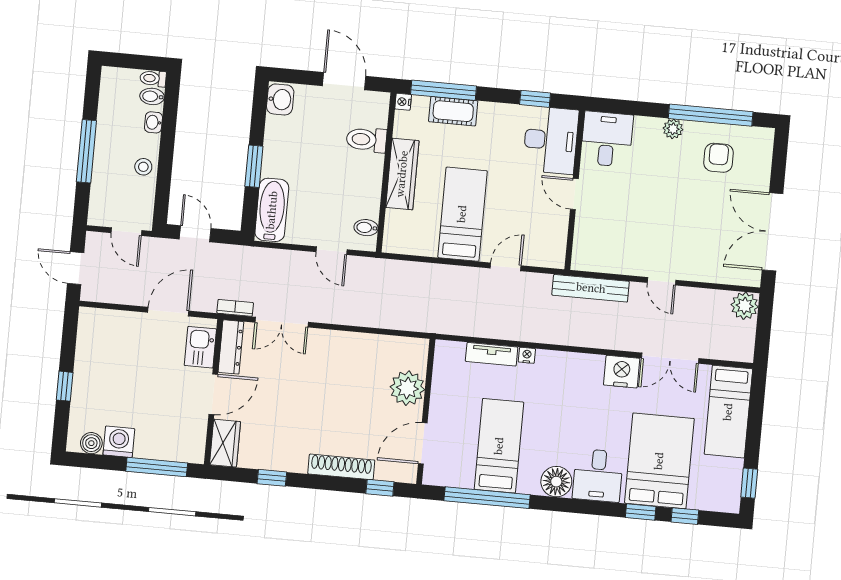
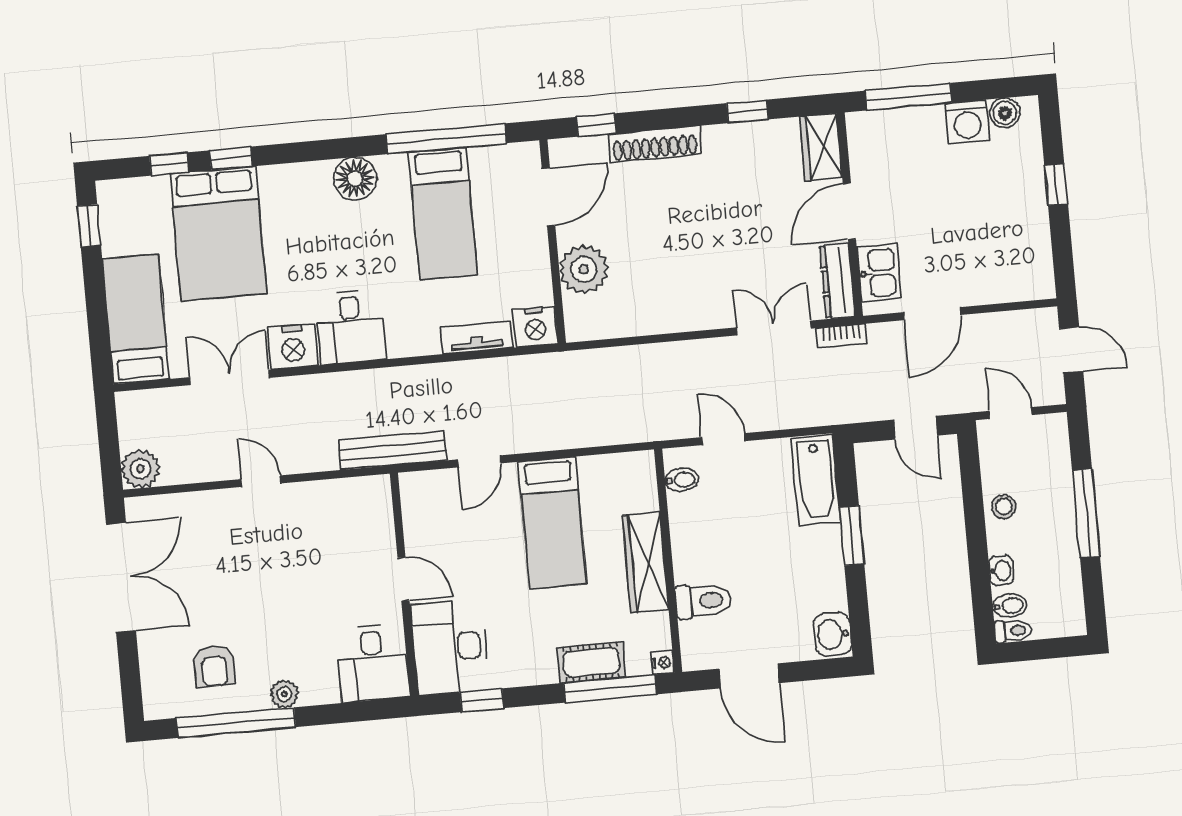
bench: (591, 288) -> (393, 450), moved
nightstand: (527, 355) -> (535, 327), moved, width x1.89, depth x1.79
desk: (598, 475) -> (351, 327), moved, turned 180

